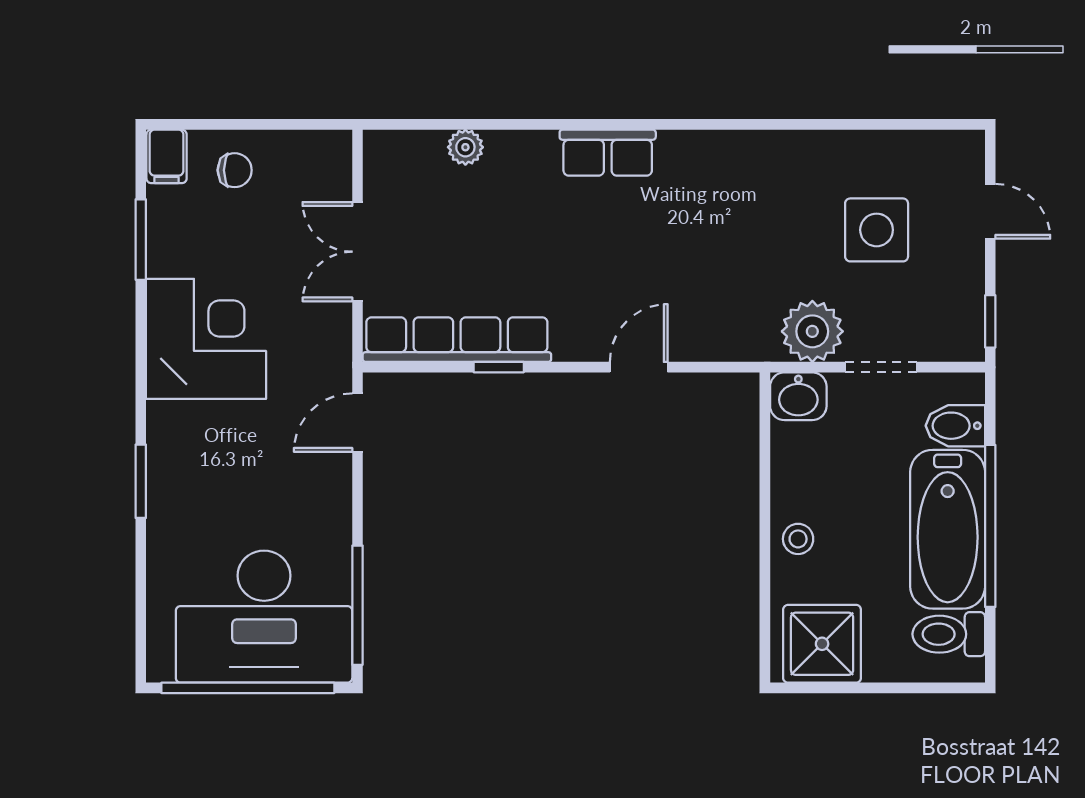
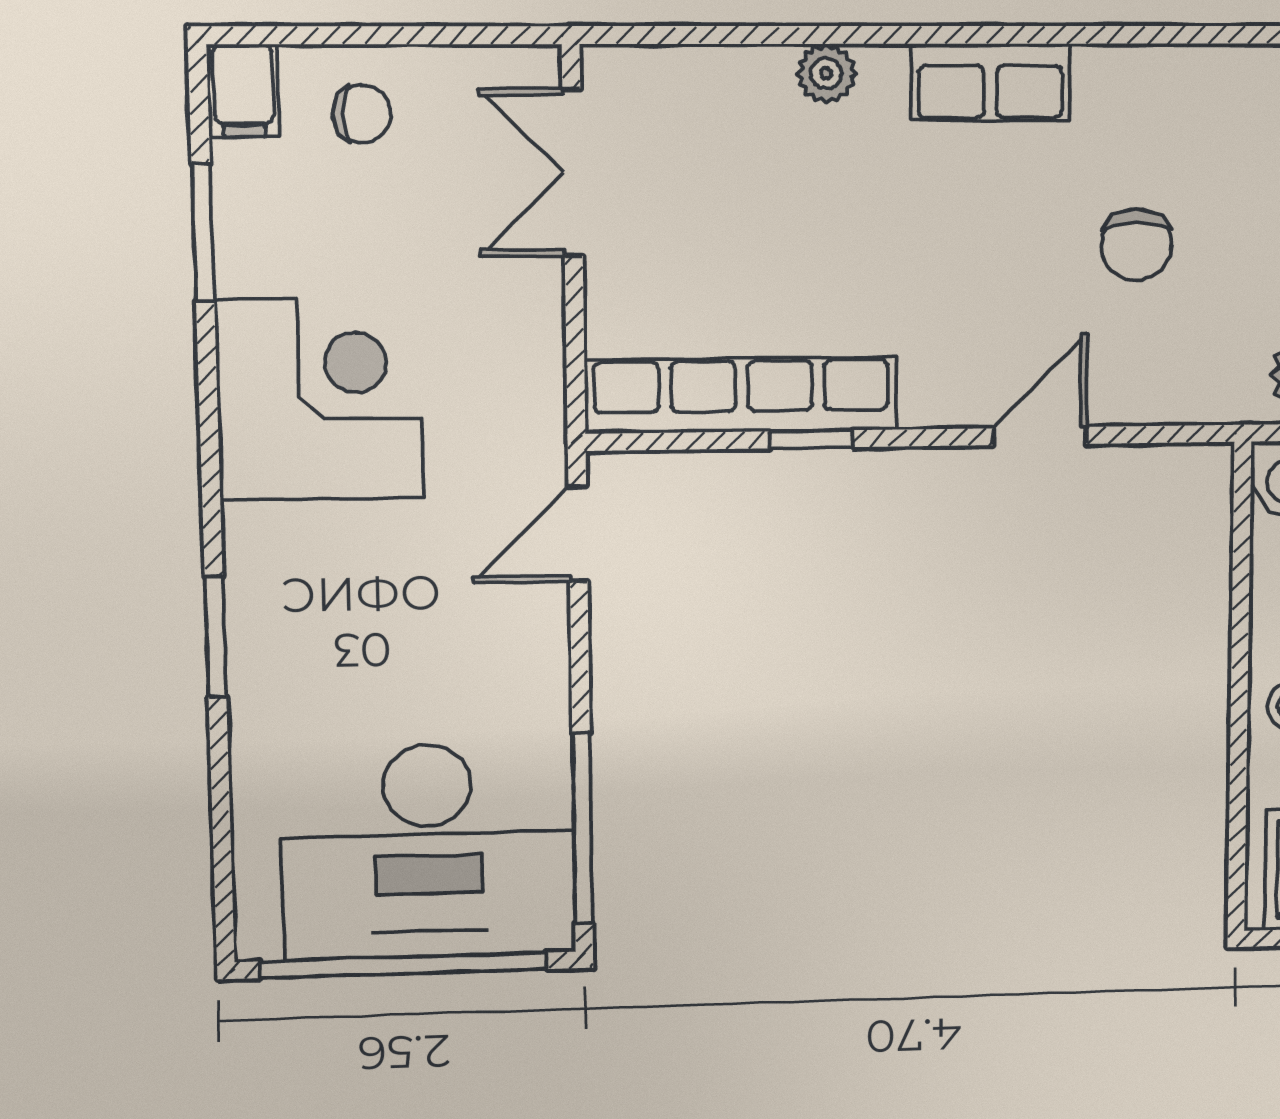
plant: (465, 147) -> (826, 74), moved
chair: (697, 251) -> (1136, 245), added
double door: (357, 252) -> (572, 172), moved

